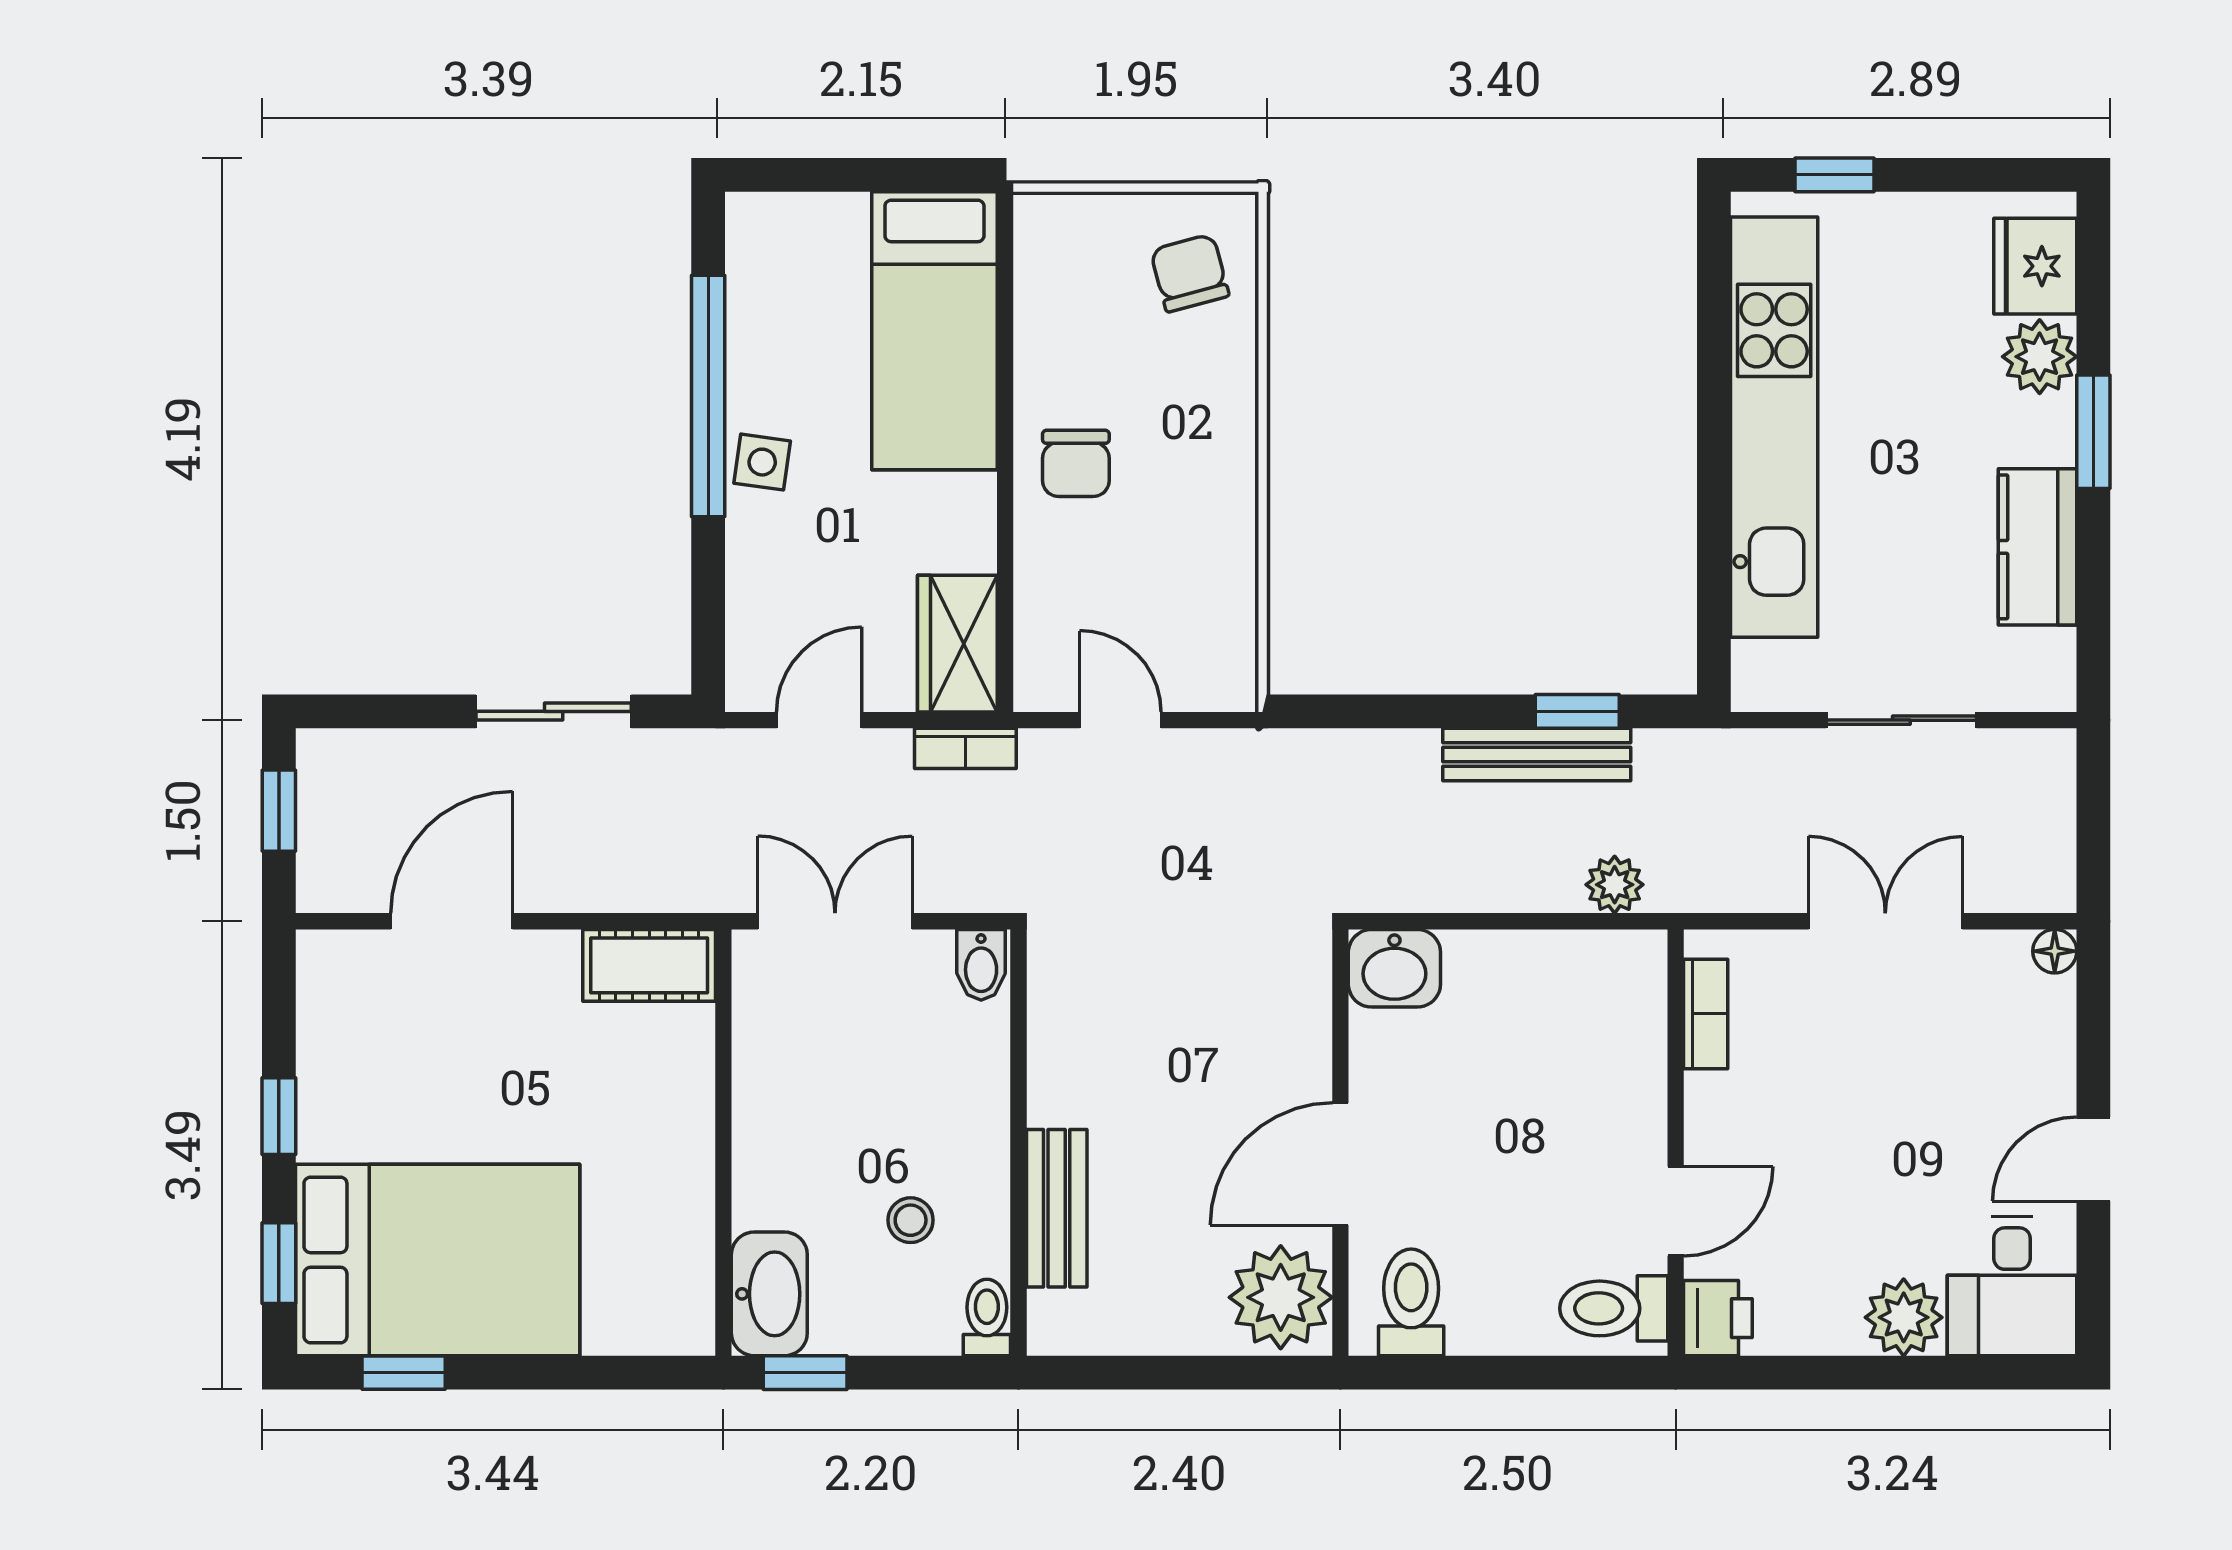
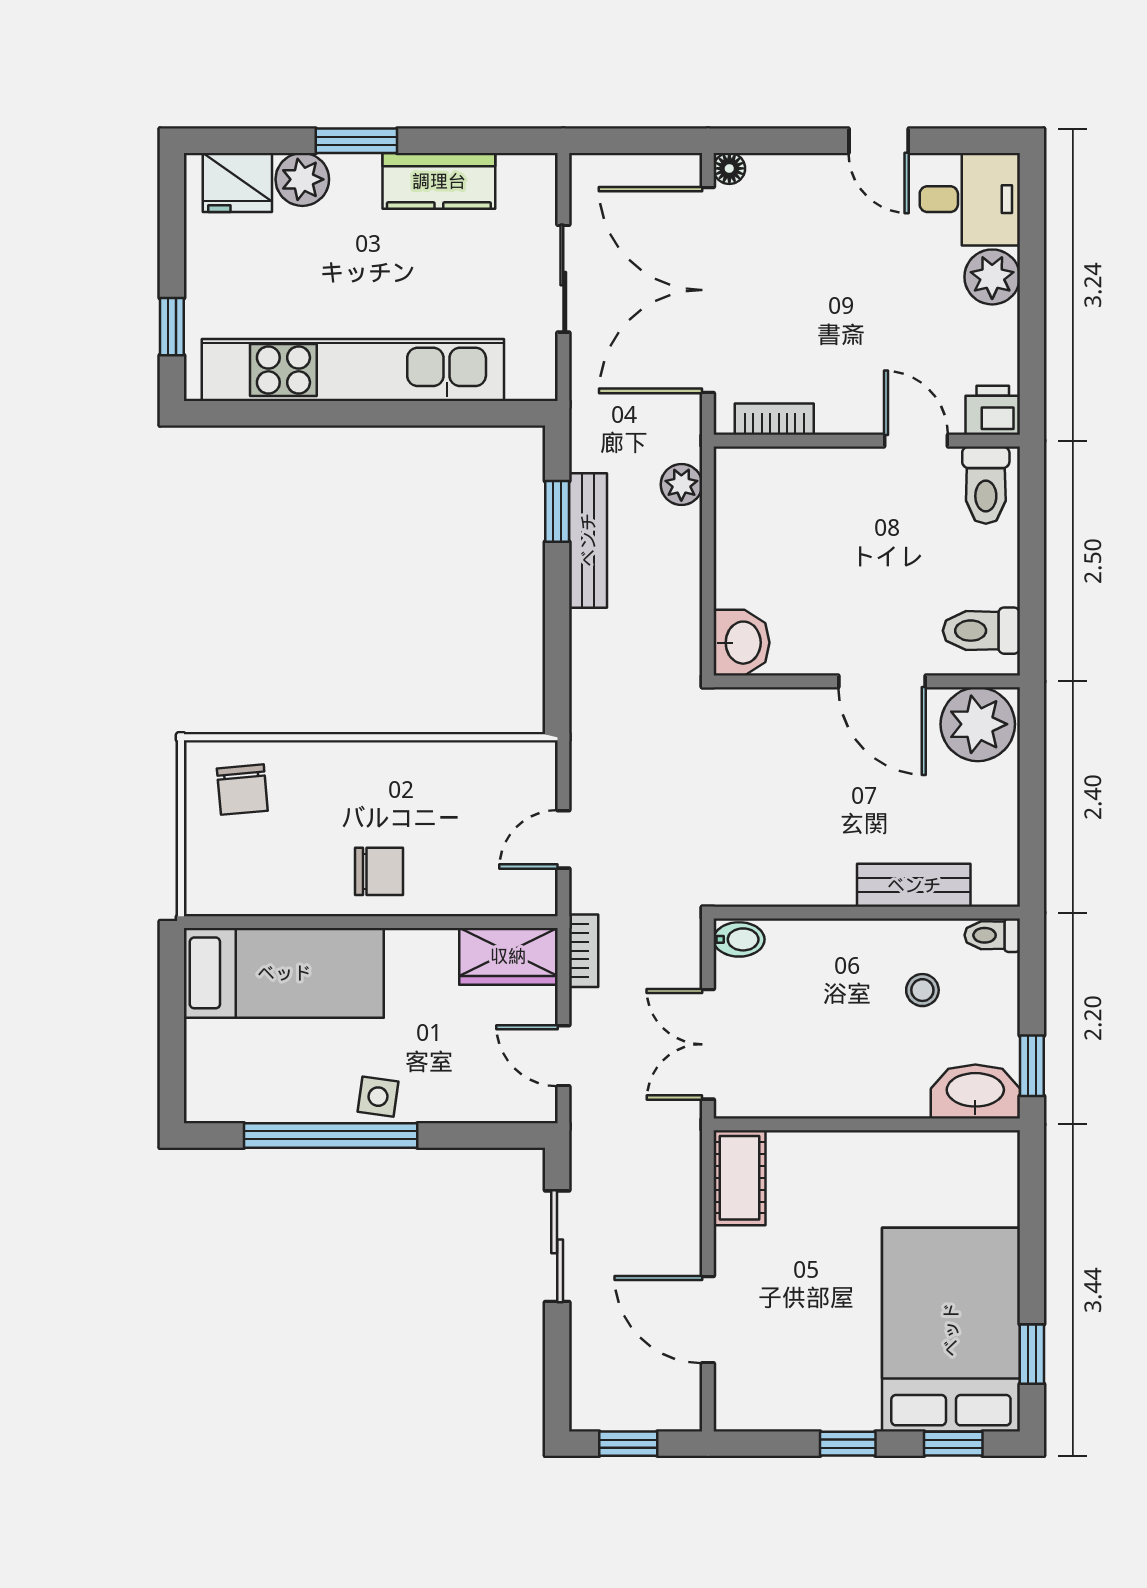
chair: (1190, 273) -> (242, 790), turned -80
double door: (1885, 921) -> (708, 290), width x1.87

